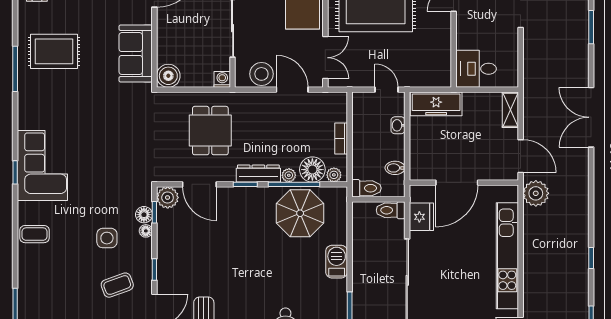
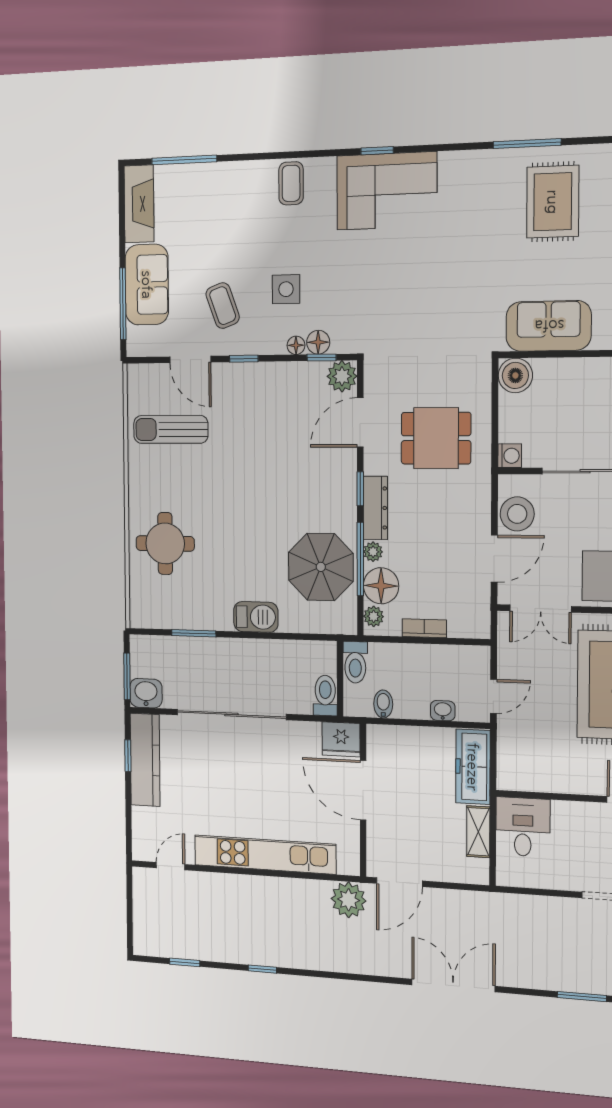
shelving: (510, 110) -> (478, 832), moved, turned 90
fridge: (421, 217) -> (341, 739), moved

